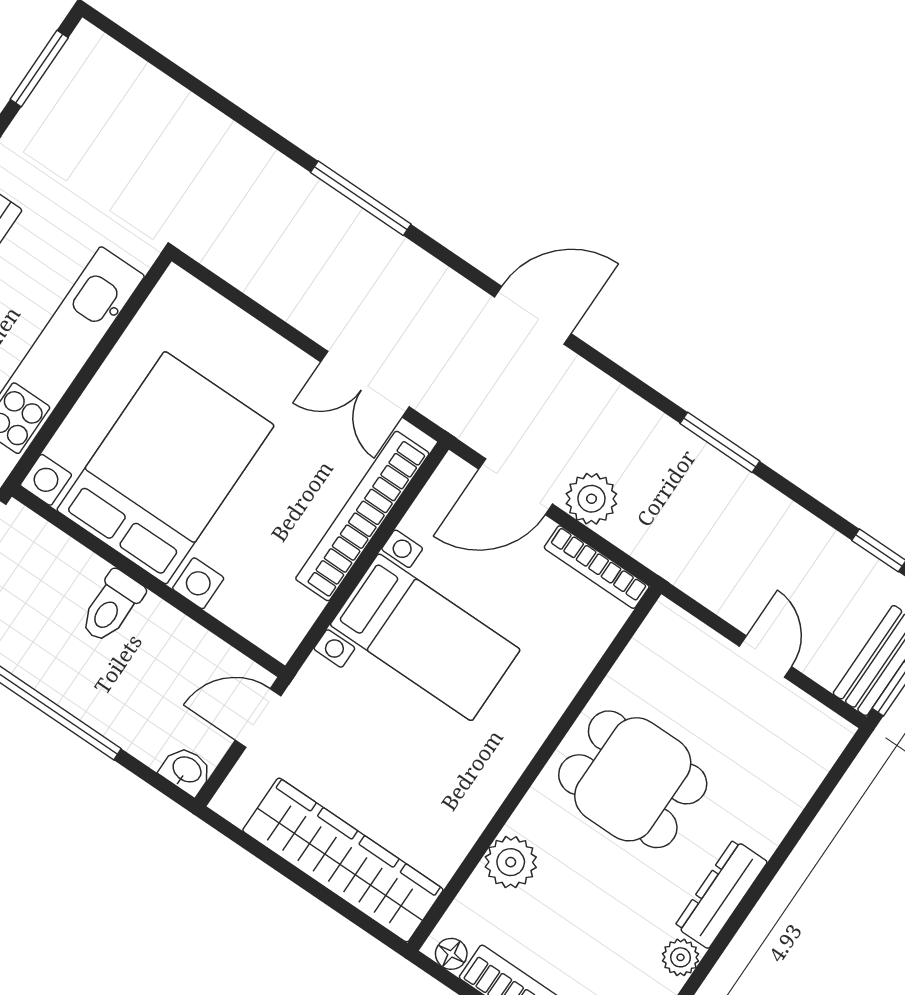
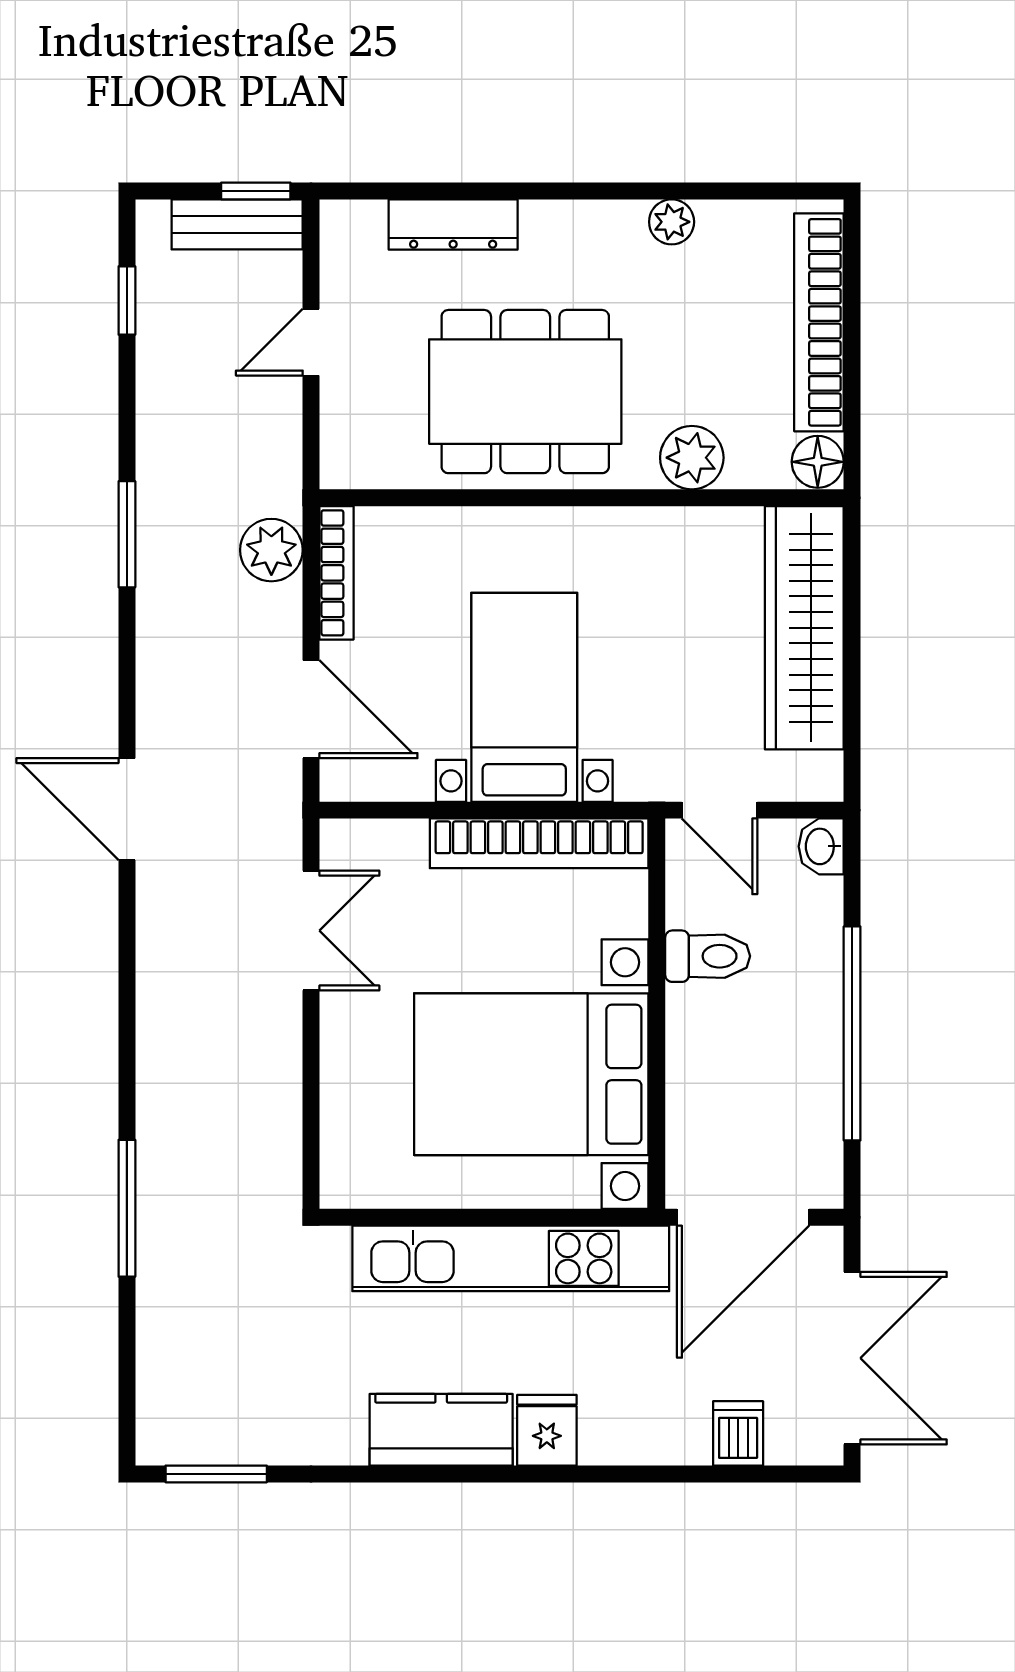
window: (361, 198) -> (127, 1208), moved
plant: (591, 499) -> (271, 550), moved
bookcase: (362, 516) -> (539, 843), moved
toilet: (112, 607) -> (708, 956), moved
dining table: (633, 779) -> (525, 392), width x1.38
dresser: (721, 894) -> (453, 225), moved
floor lamp: (451, 954) -> (818, 462), width x1.37, depth x1.37

